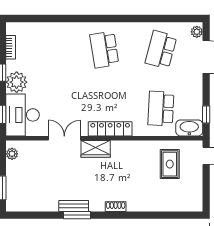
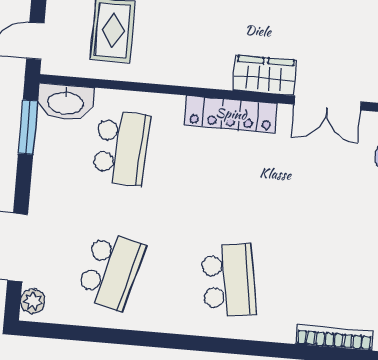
bookcase: (52, 27) -> (334, 338), added
window: (206, 115) -> (28, 127), width x1.50

